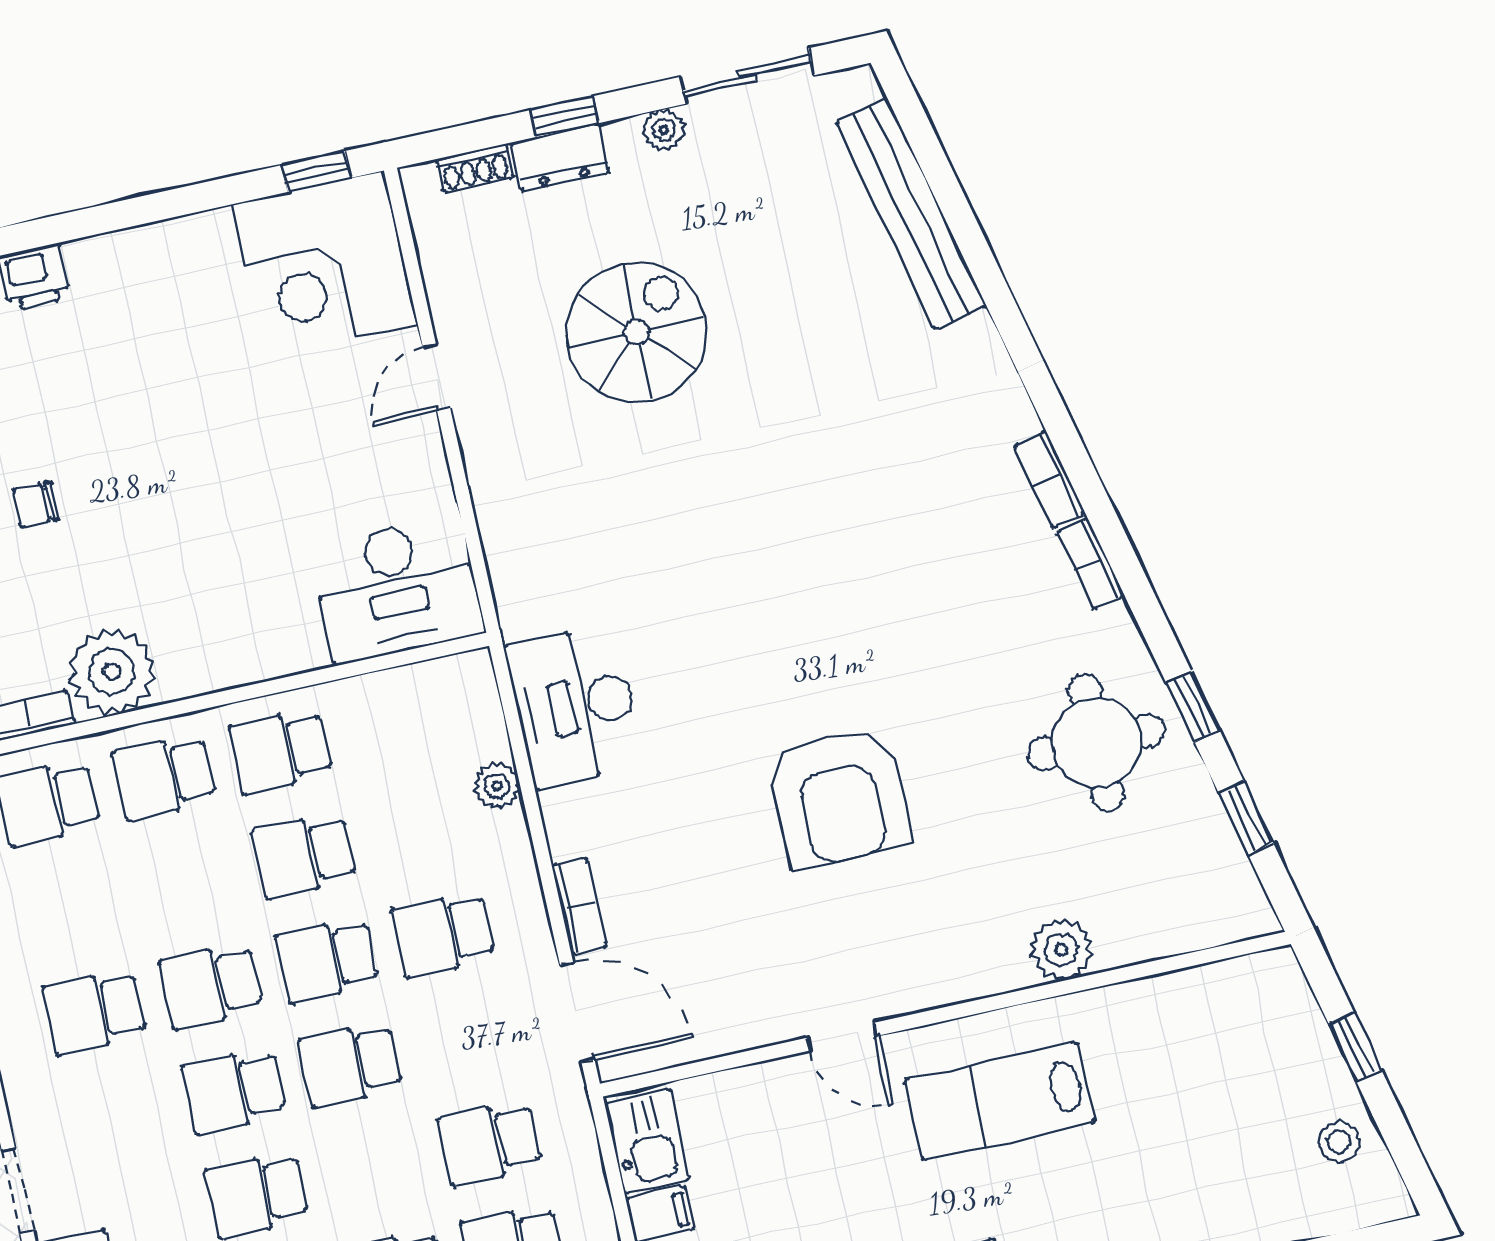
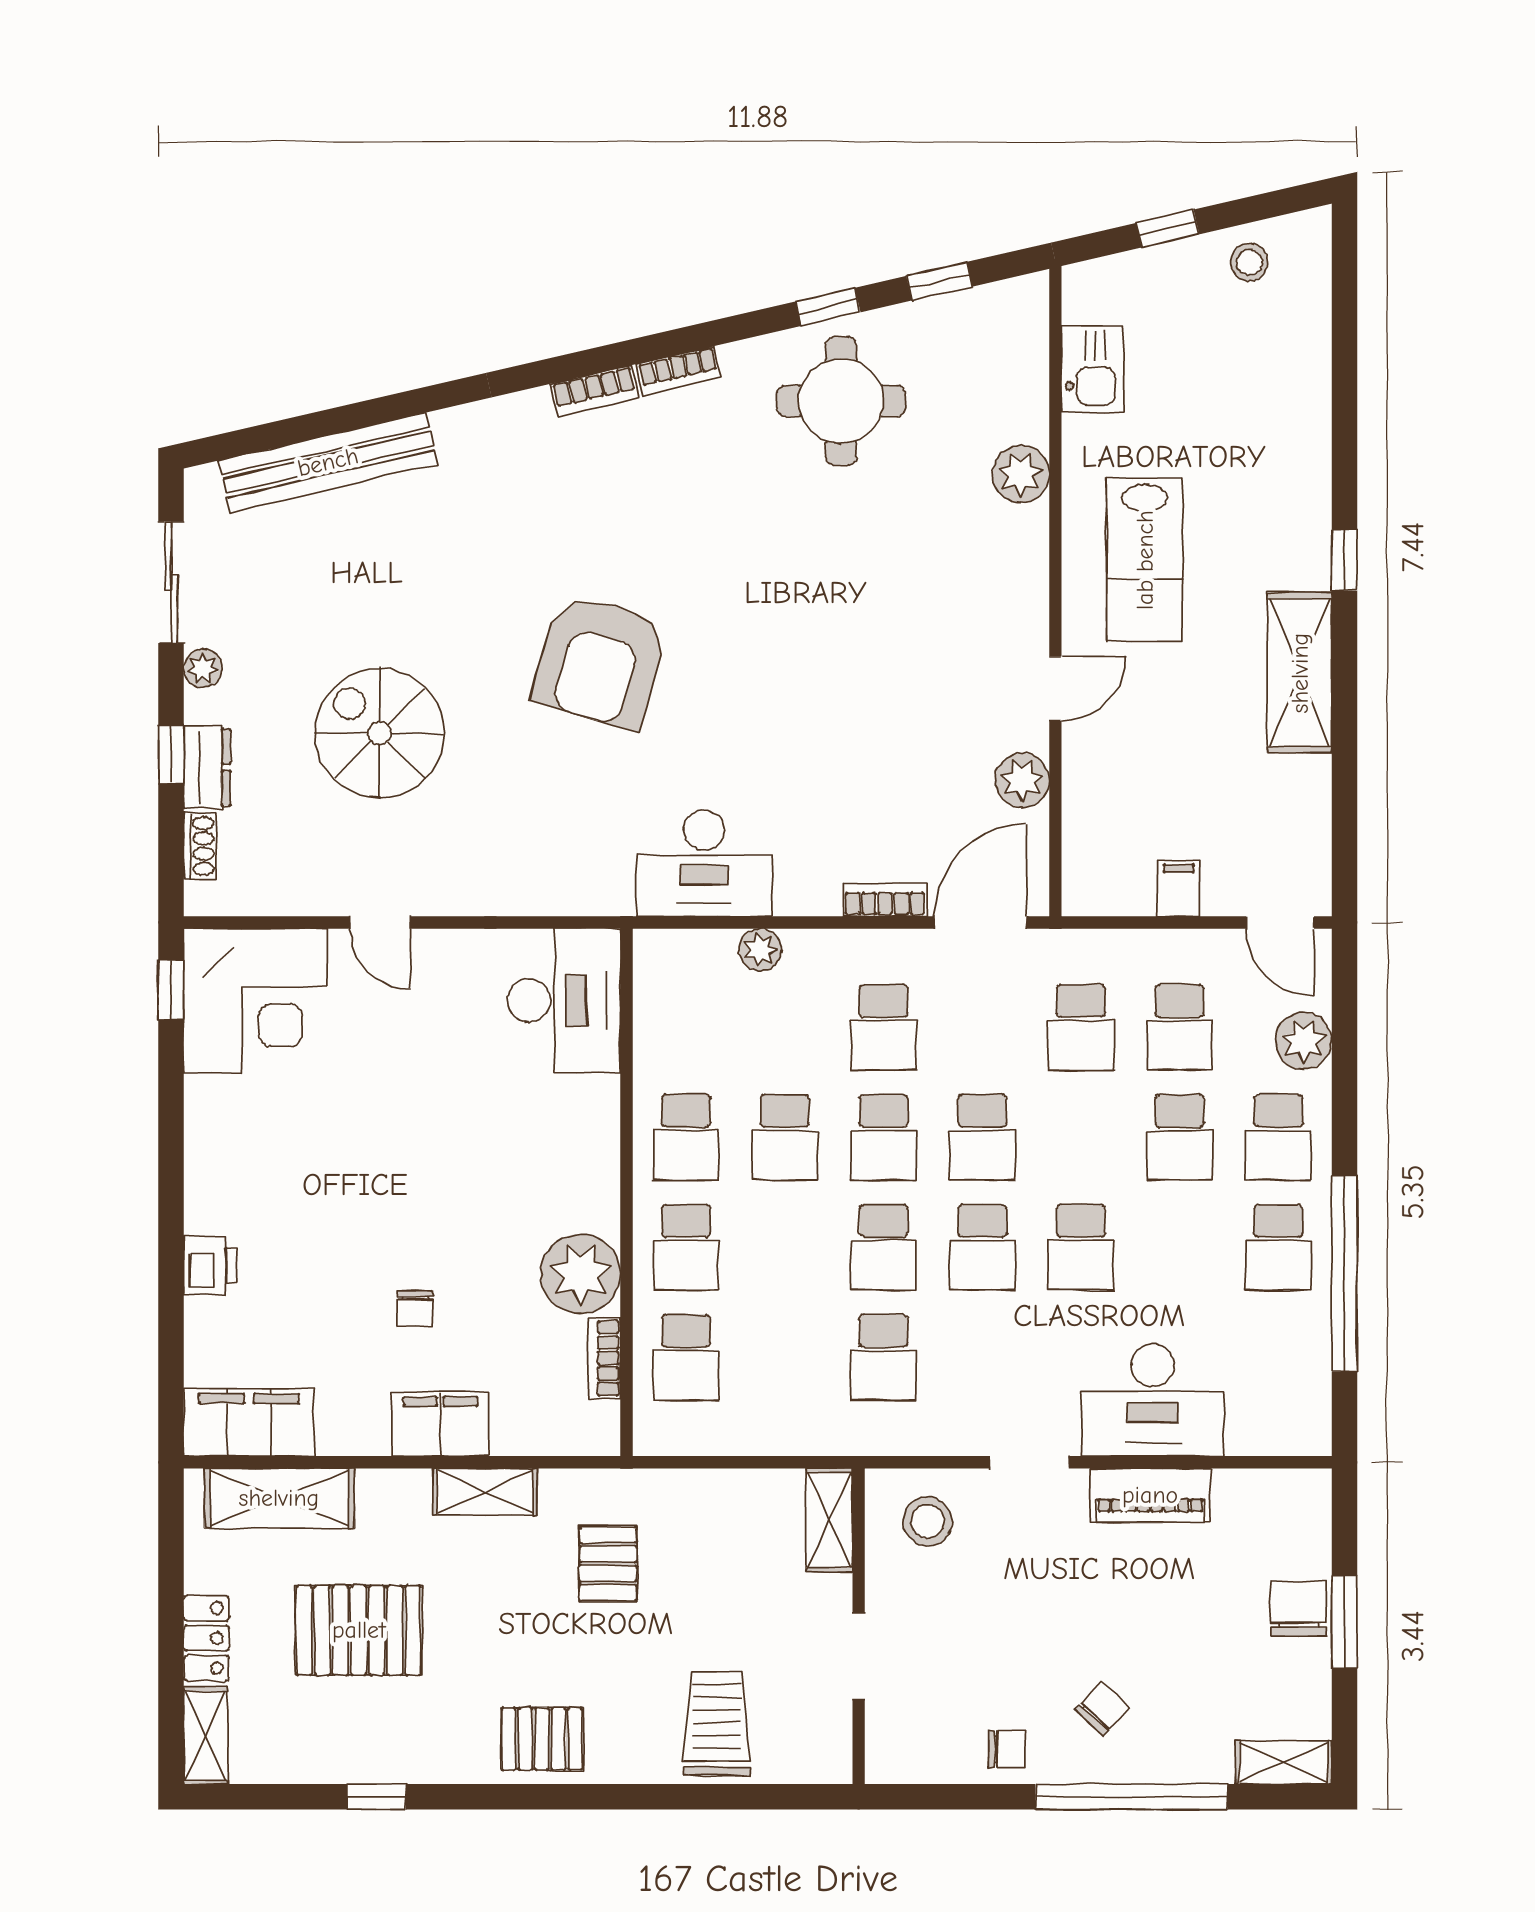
armchair: (839, 796) -> (600, 661), moved, turned 106
plant: (738, 1023) -> (1022, 780), added
kitchen sink: (647, 1141) -> (1093, 369), moved, turned 90

